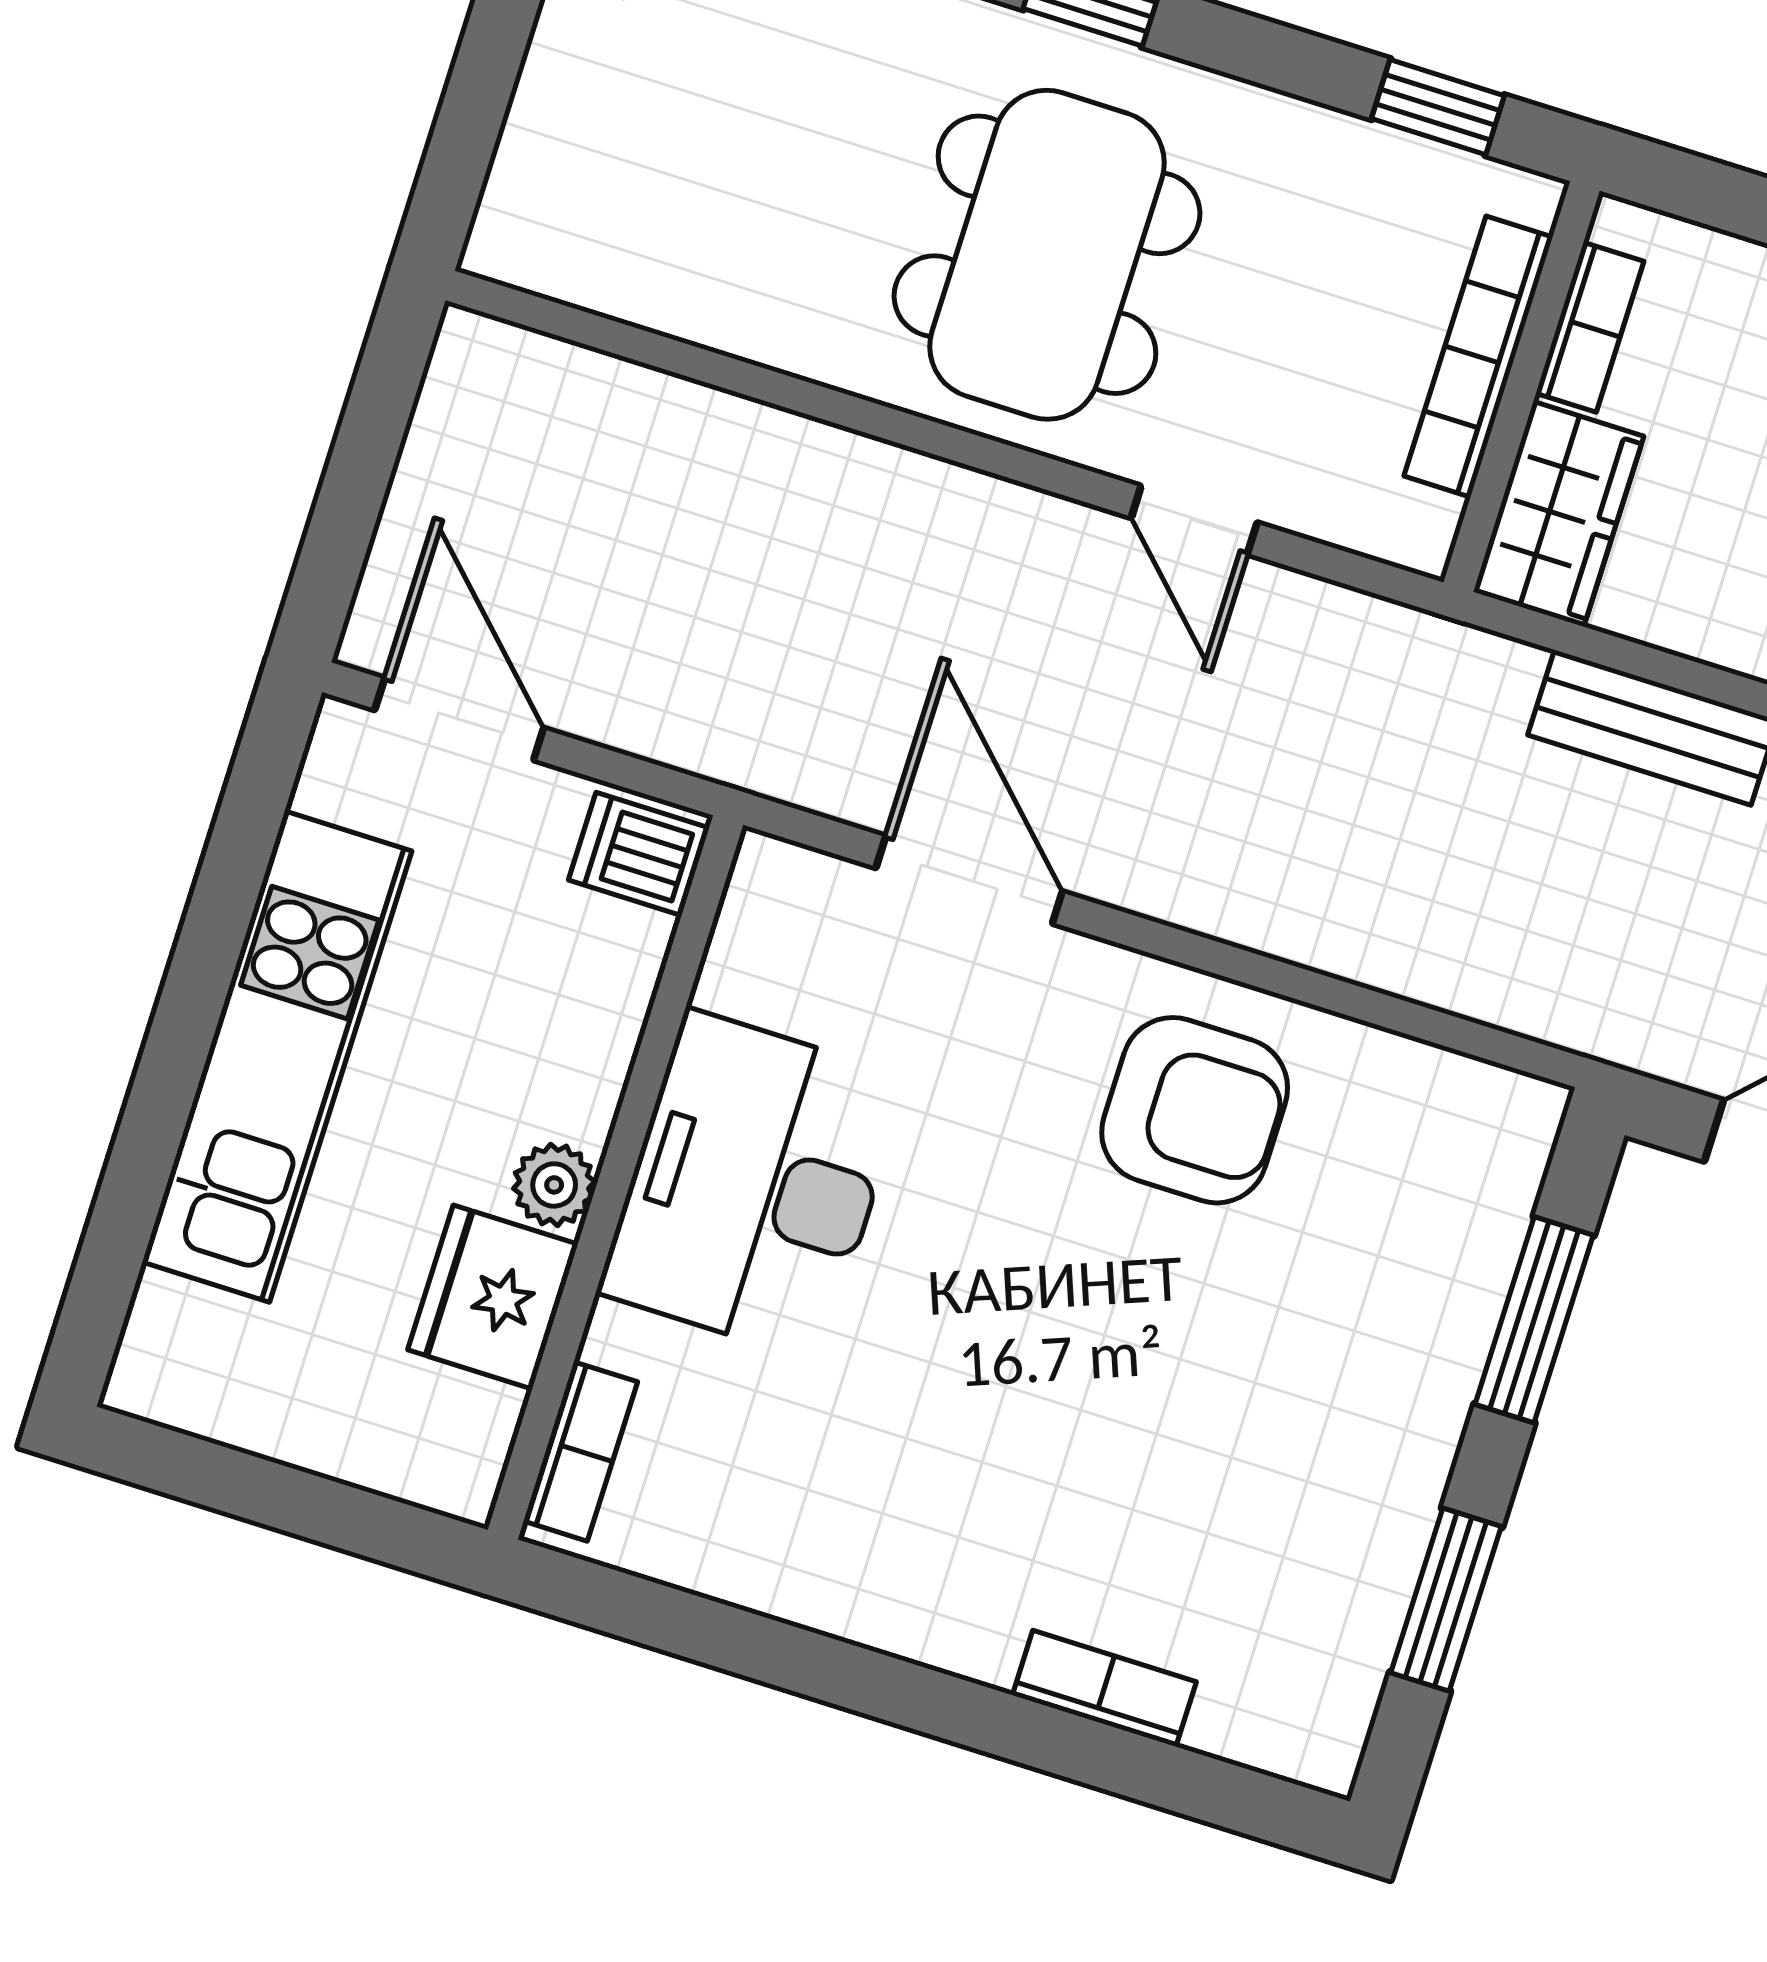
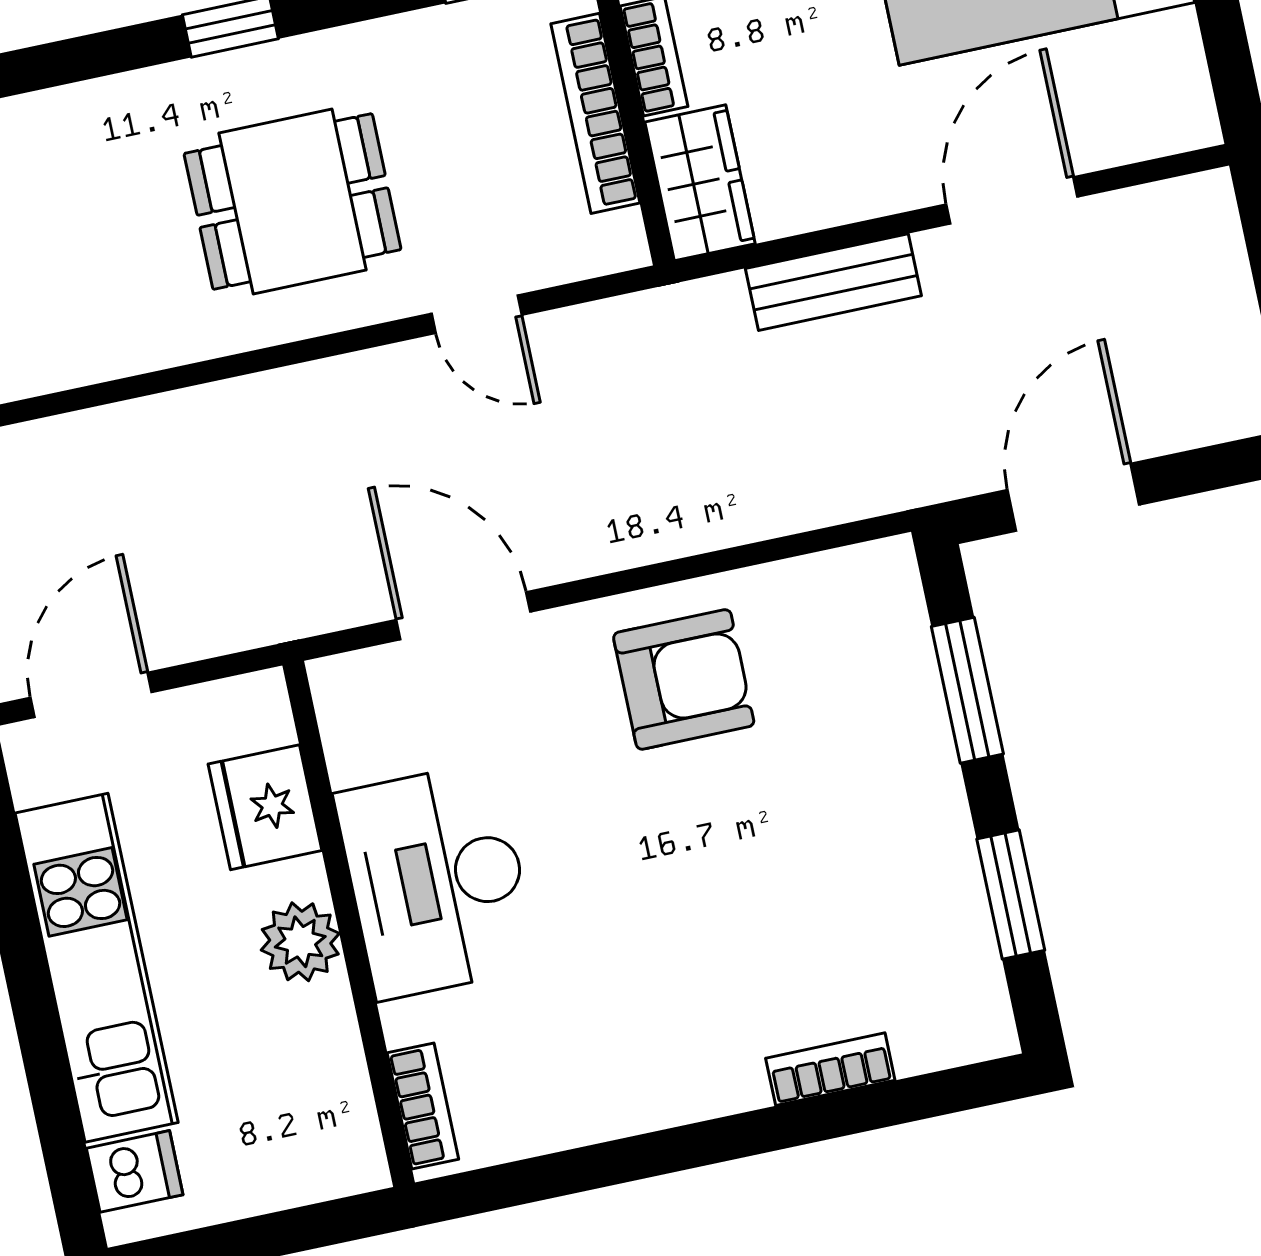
dining table: (1047, 255) -> (293, 201), width x0.73
door: (459, 719) -> (91, 695), hinge flipped
dishwasher: (639, 854) -> (135, 1171), moved, turned 180
plant: (554, 1185) -> (300, 942), width x1.38, depth x1.38
fridge: (493, 1297) -> (265, 807), moved

